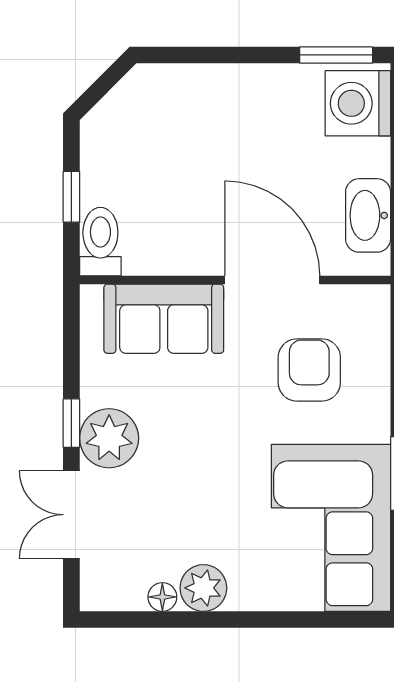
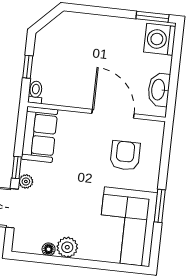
toilet: (100, 242) -> (35, 92), width x0.73, depth x0.72
sofa: (164, 319) -> (40, 134), moved, turned -90
plant: (109, 438) -> (26, 181), width x0.53, depth x0.53

